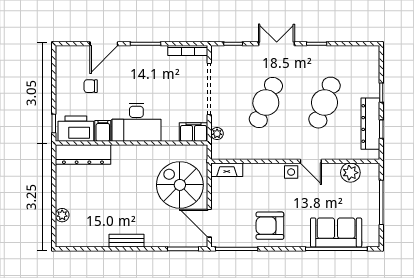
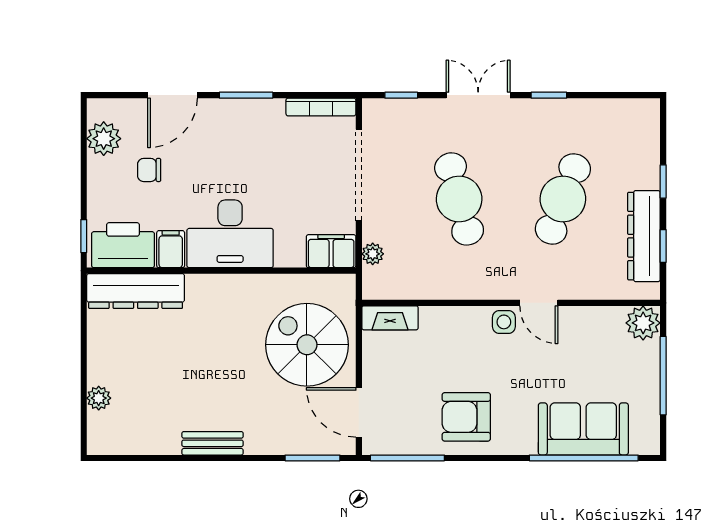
plant: (65, 68) -> (104, 139), added
cafe table: (266, 103) -> (459, 199), turned -39
plant: (350, 173) -> (643, 323), moved

